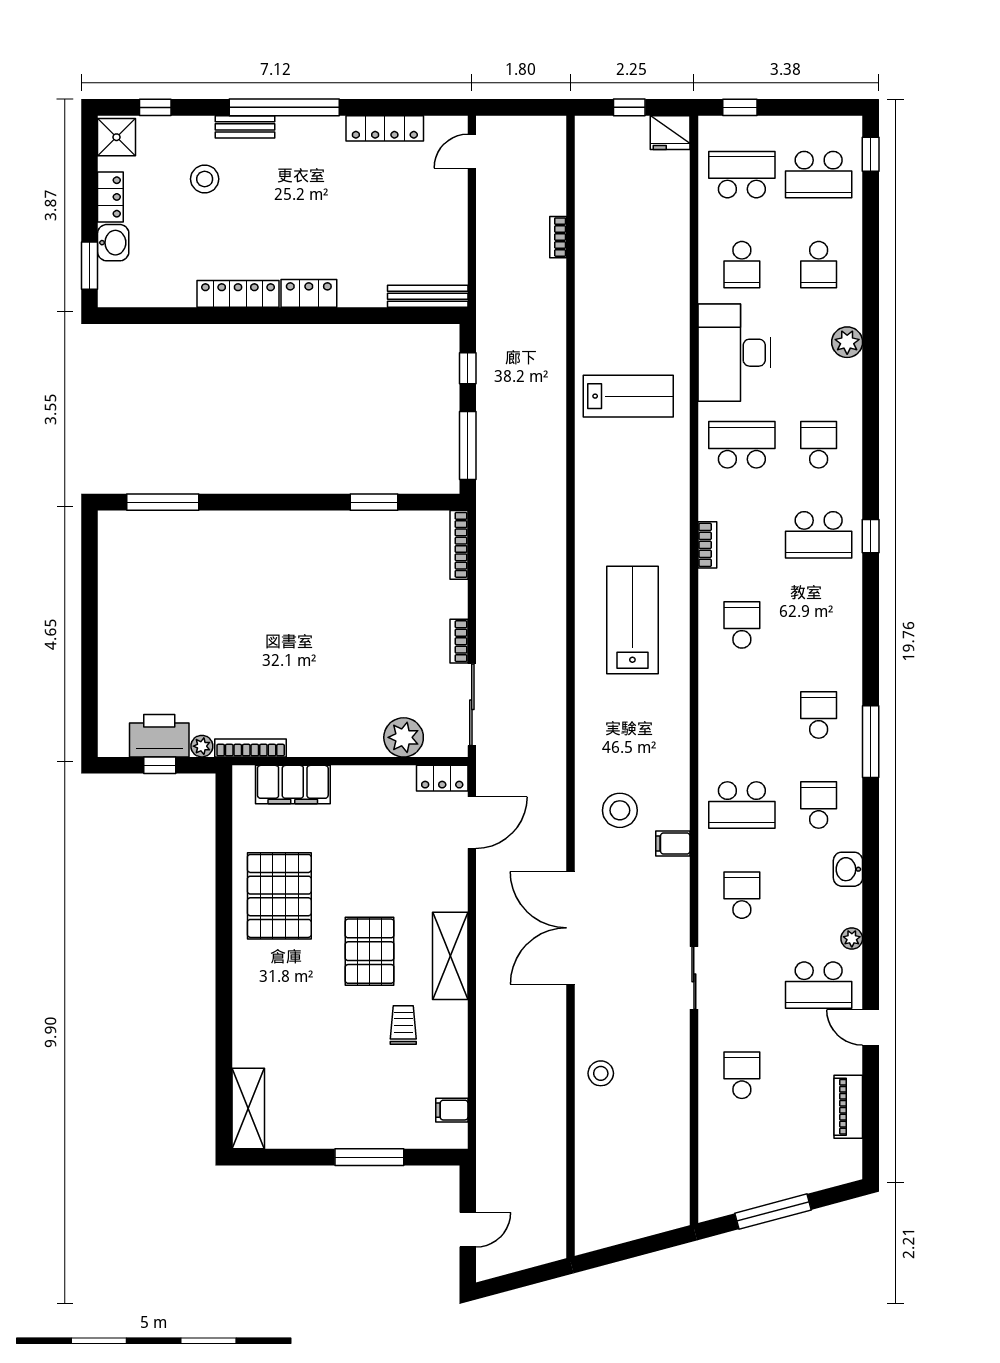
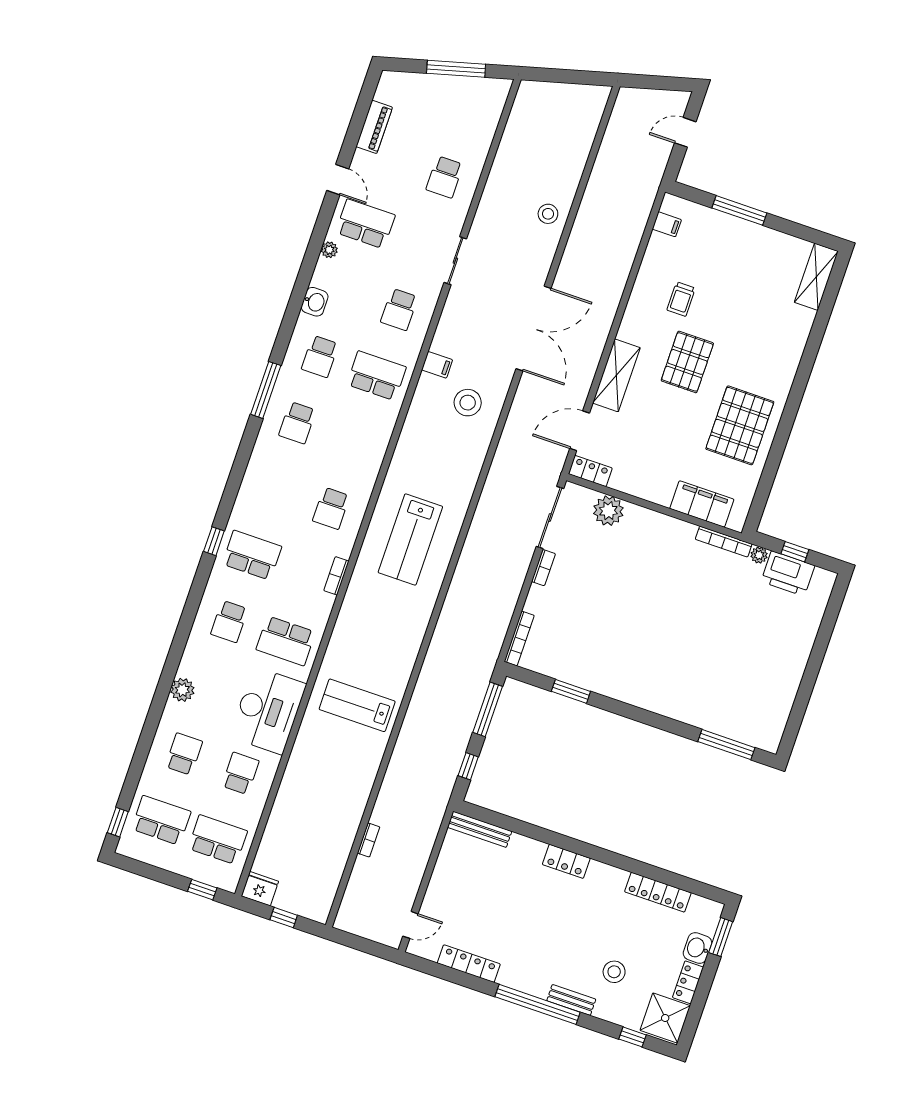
shower: (116, 137) -> (665, 1018), width x1.36, depth x1.36
school desk: (742, 175) -> (218, 840), turned 180
locker: (238, 294) -> (658, 892), moved
shelving: (450, 956) -> (616, 375), moved

